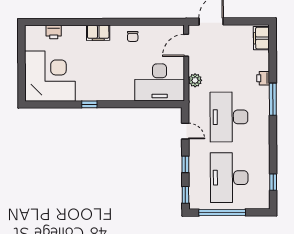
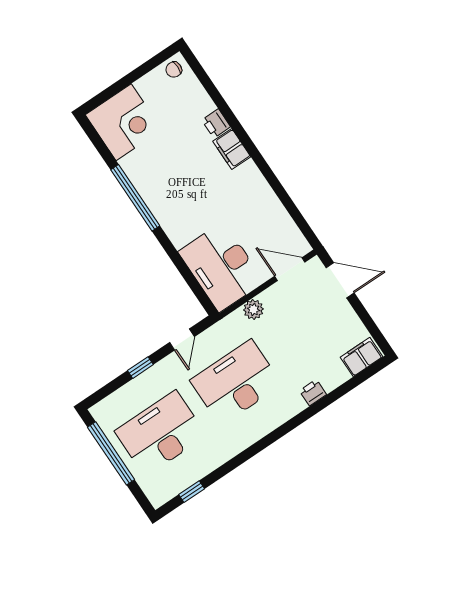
printer: (54, 32) -> (216, 123), moved
chair: (133, 36) -> (174, 70), moved
corner desk: (50, 76) -> (124, 122), width x0.74, depth x0.74
window: (273, 99) -> (295, 422), removed
window: (89, 104) -> (135, 198), width x3.17
window: (185, 195) -> (103, 393), removed

